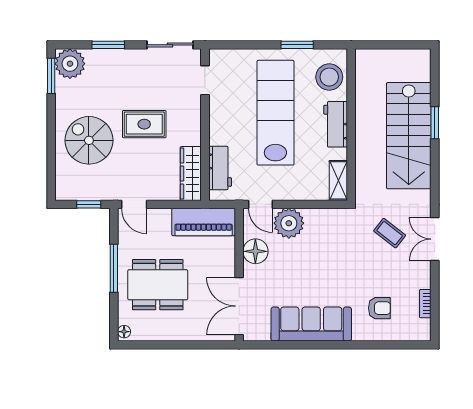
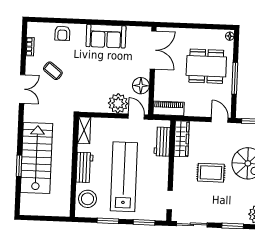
window: (242, 45) -> (144, 222), added
lab bench: (275, 113) -> (124, 177), turned 180
piano: (204, 222) -> (169, 108), width x0.73, depth x0.75
coffee table: (390, 233) -> (53, 71), moved
armchair: (379, 308) -> (62, 33), moved, turned -90
sofa: (311, 324) -> (106, 36), width x0.73

